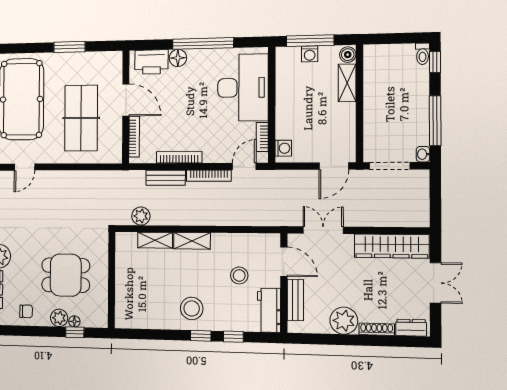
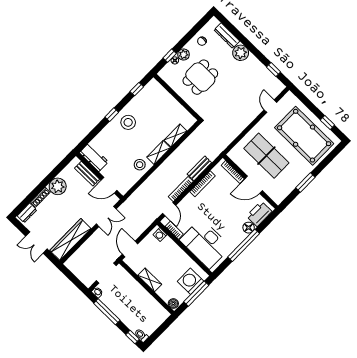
washing machine: (310, 54) -> (190, 281), width x1.89, depth x1.89
shelving: (347, 83) -> (150, 280), moved
plant: (141, 216) -> (193, 140), removed
stool: (239, 275) -> (140, 165), moved
window: (233, 337) -> (137, 89), moved

